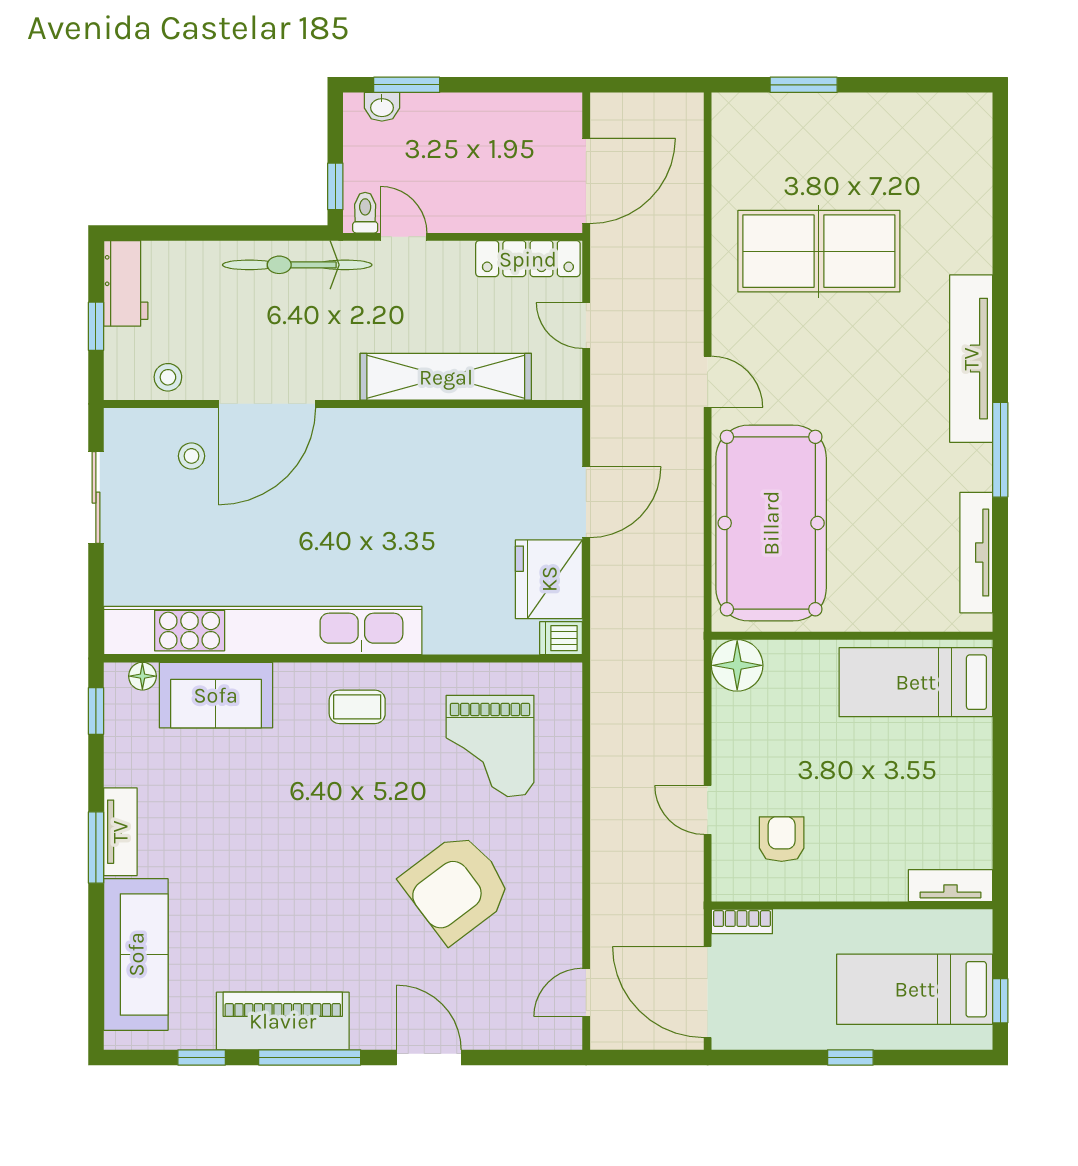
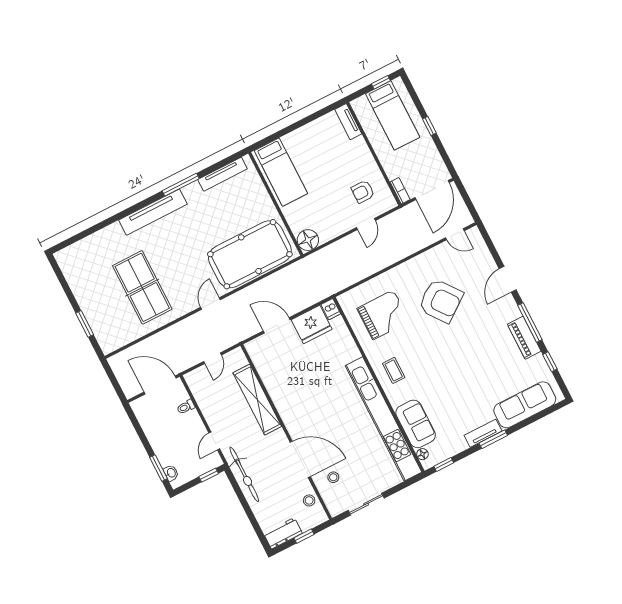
toilet: (365, 213) -> (186, 407), moved
locker: (528, 259) -> (199, 392), removed
piano: (283, 1021) -> (524, 338), width x0.73, depth x0.75

